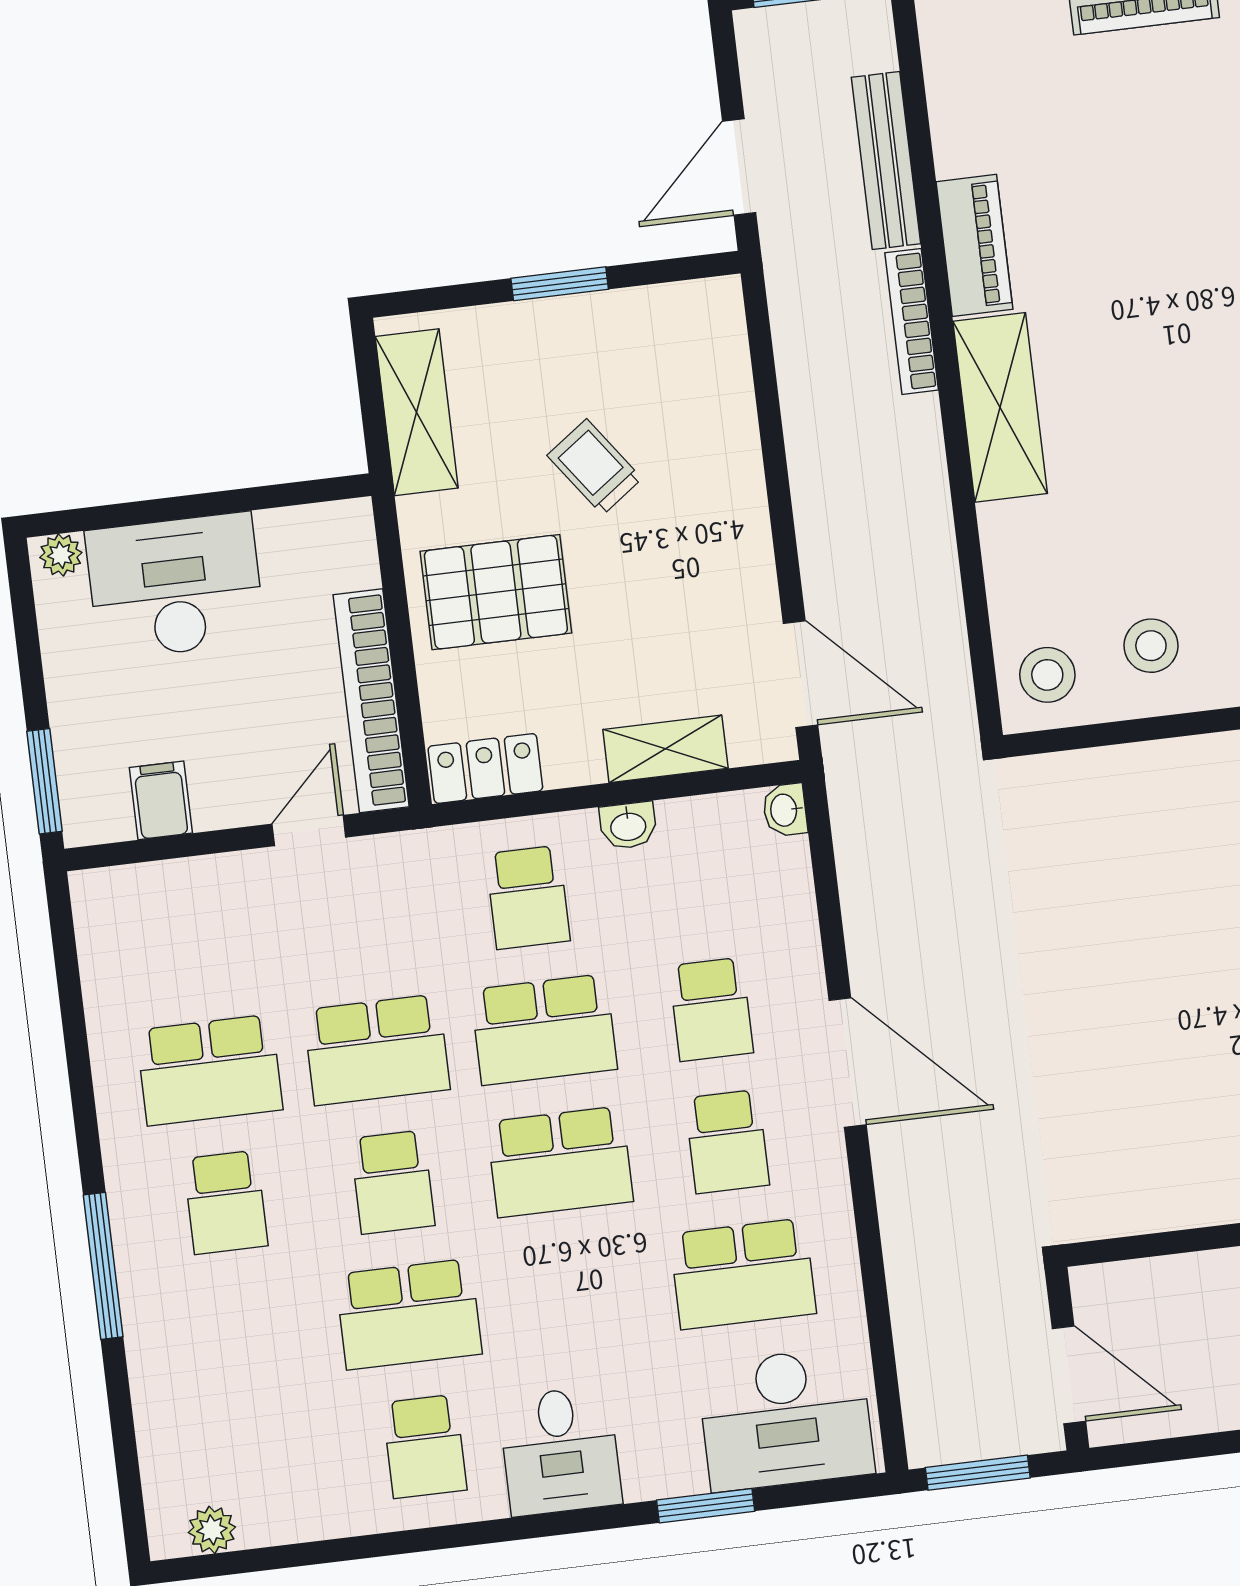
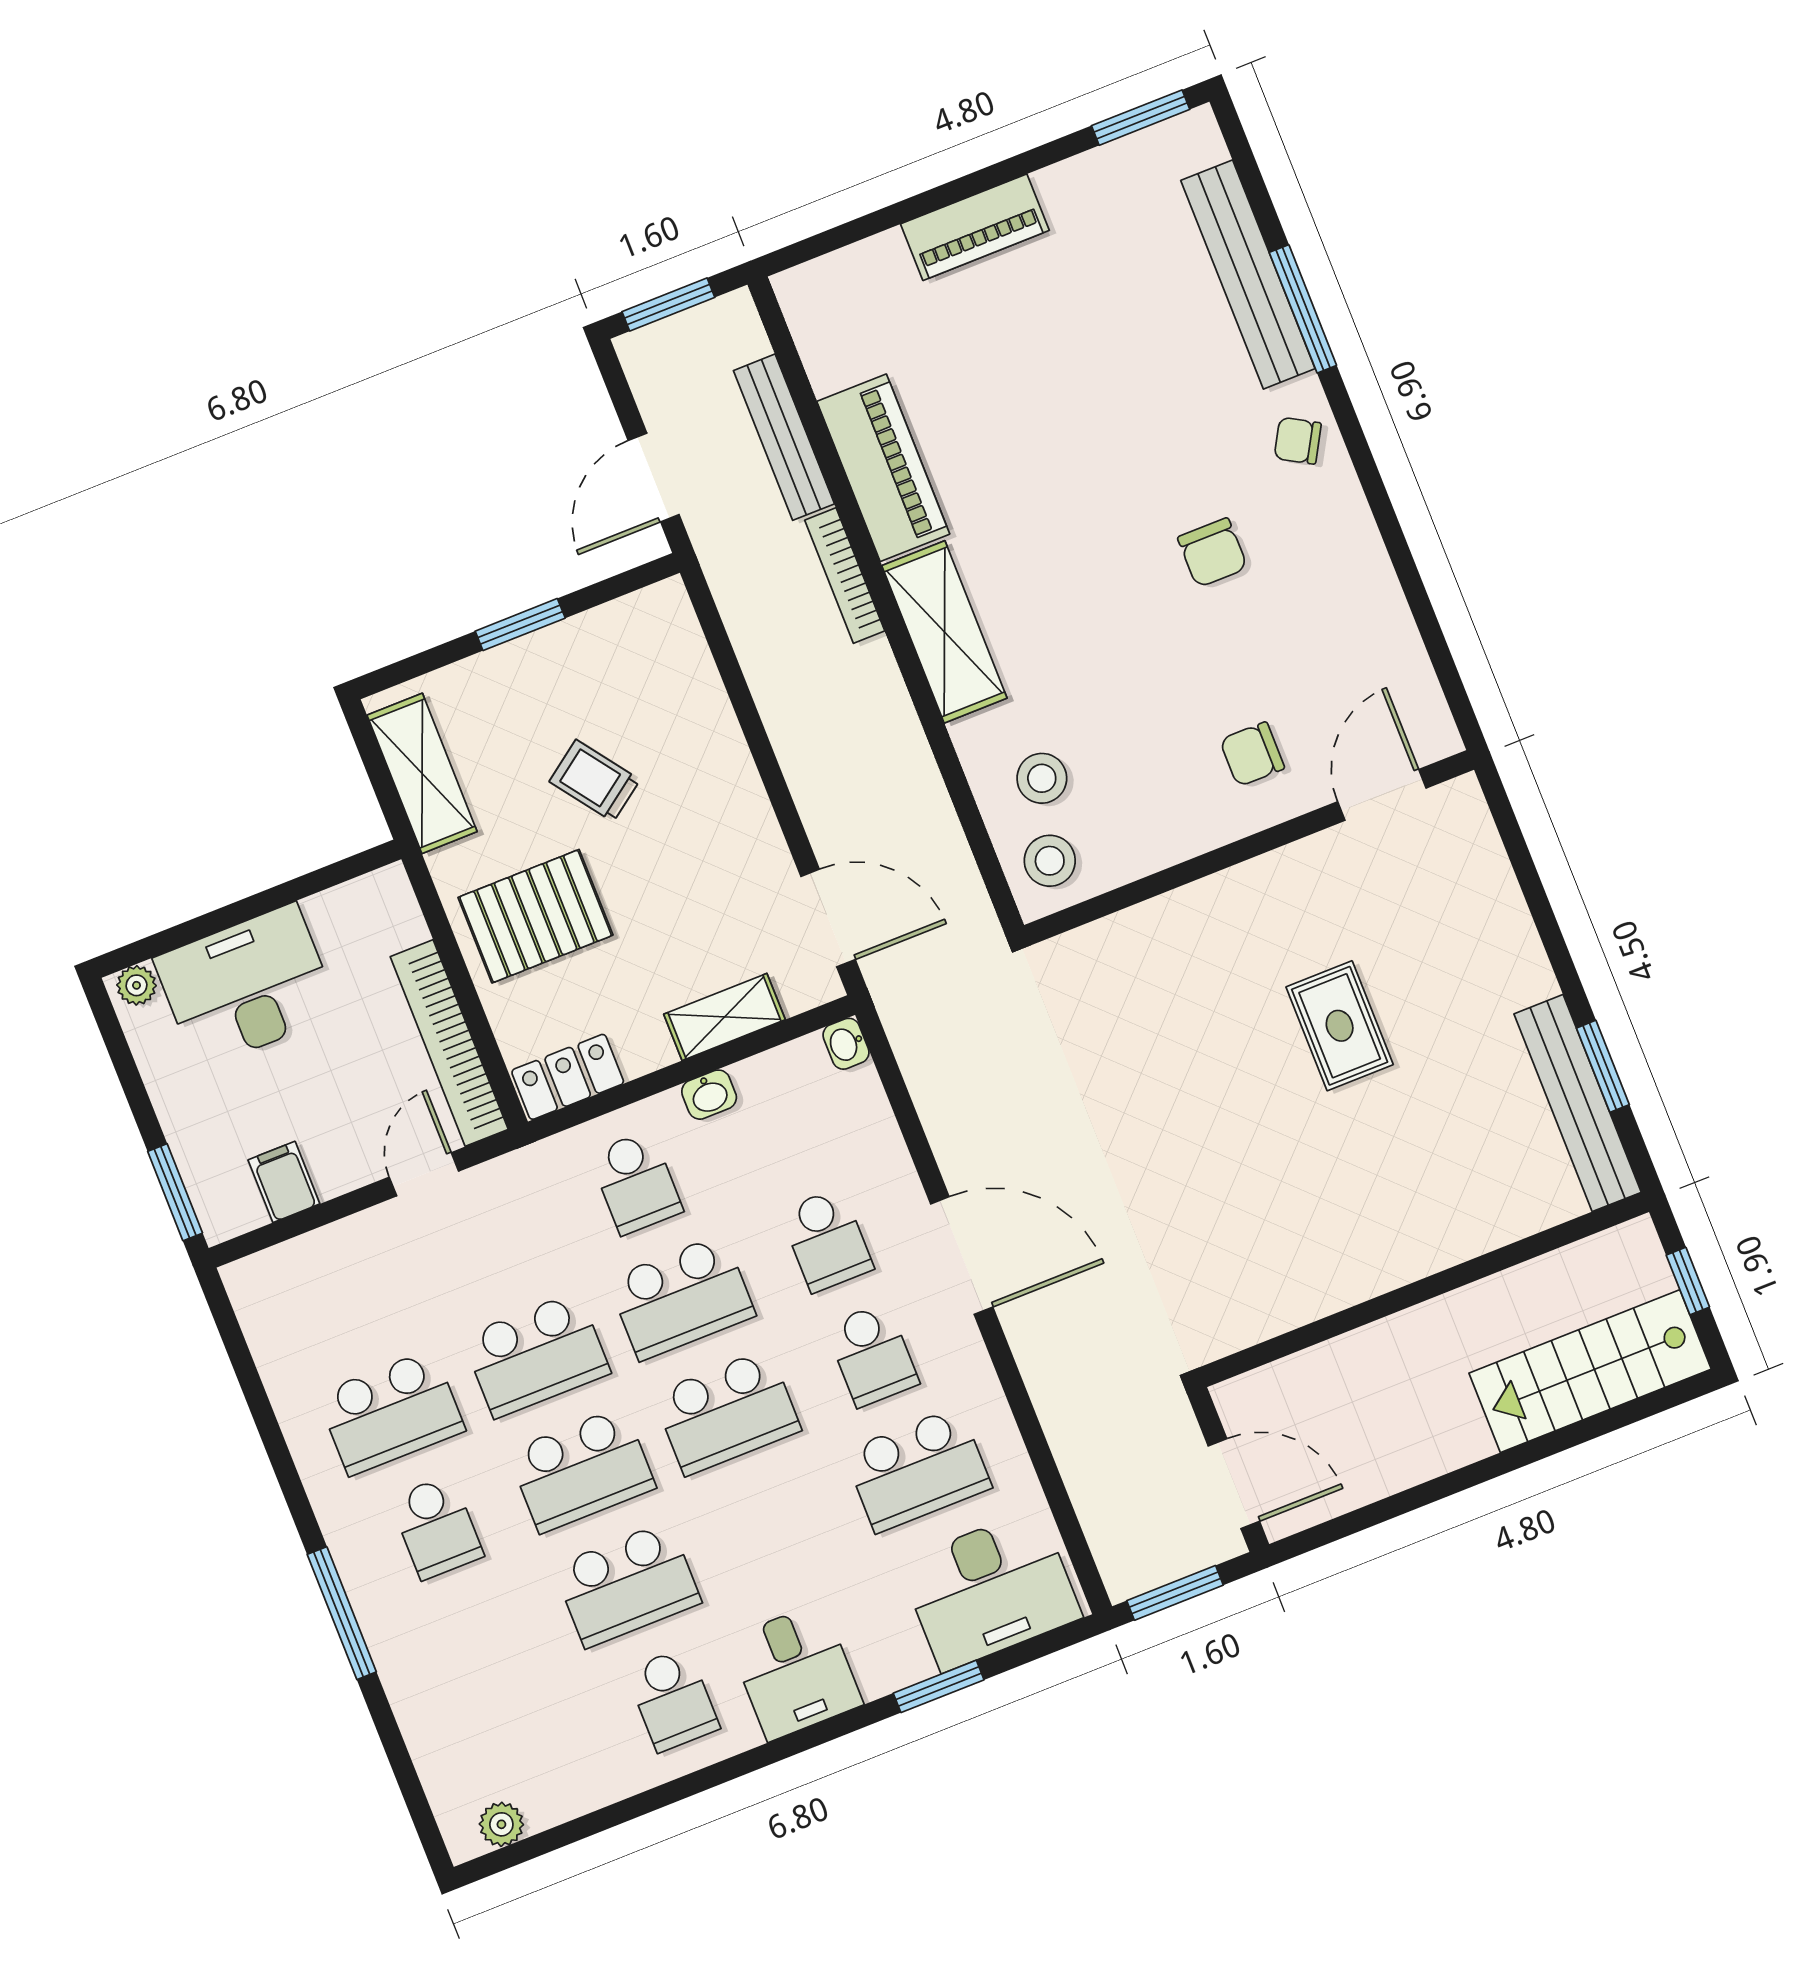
piano: (974, 245) -> (883, 468), width x1.37, depth x1.33
stool: (1151, 646) -> (1042, 778), moved
school desk: (393, 1182) -> (582, 1470), width x1.85

